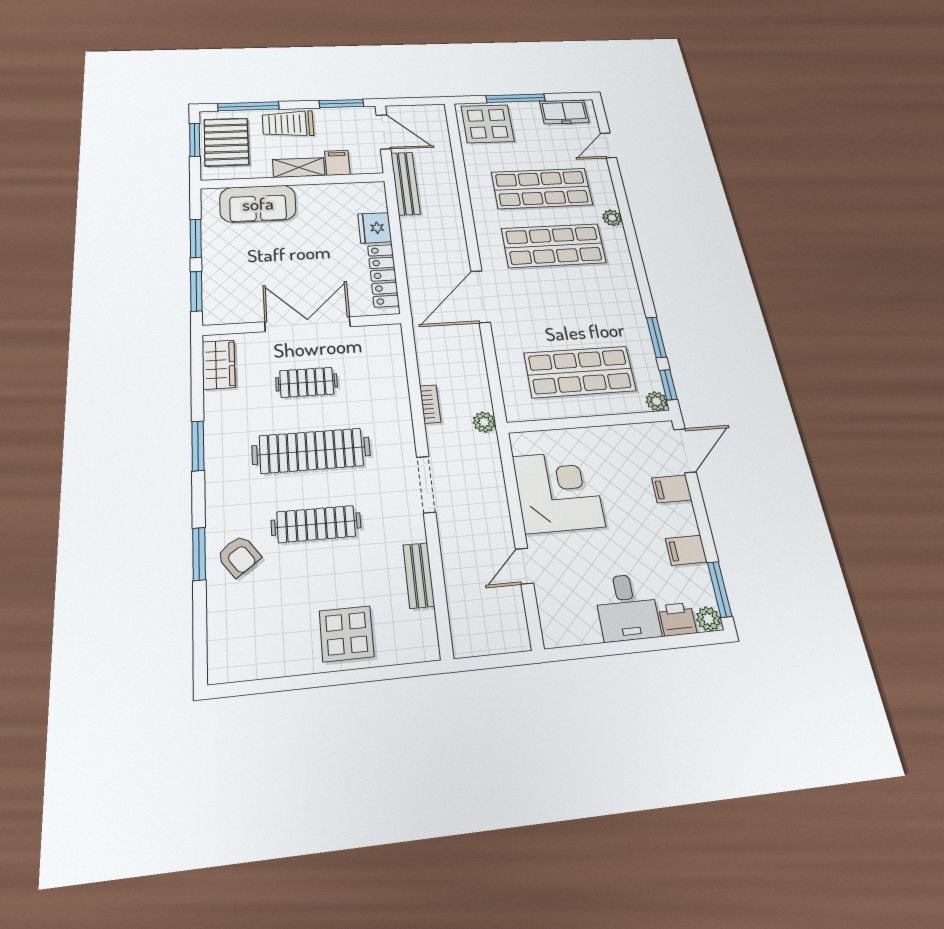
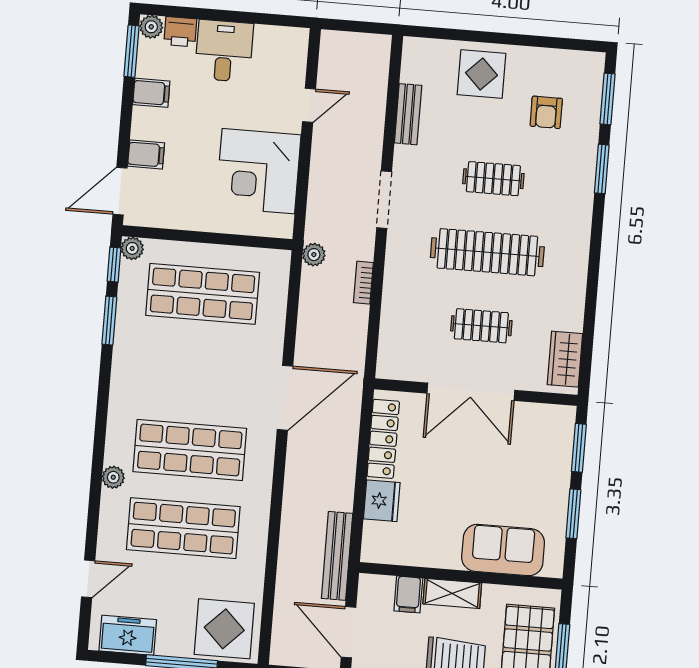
window: (198, 446) -> (608, 99), moved
clothes rail: (316, 524) -> (493, 179), width x0.73
armchair: (239, 556) -> (546, 112), moved, turned -144

